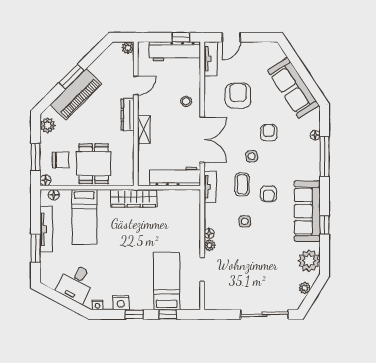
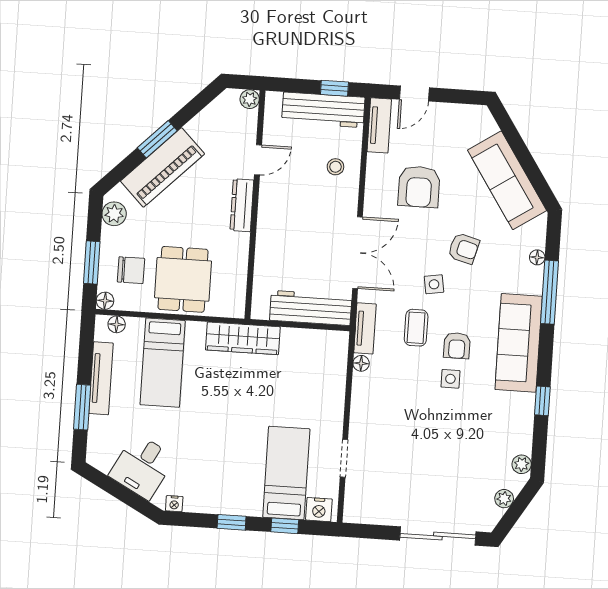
armchair: (238, 96) -> (419, 187), turned 180
stool: (186, 101) -> (335, 167), moved
shelving: (144, 129) -> (266, 230), removed
armchair: (269, 133) -> (464, 248), turned 105
sofa: (307, 211) -> (519, 343), moved
side table: (245, 221) -> (450, 379), moved
floor lamp: (209, 233) -> (361, 363), moved
plant: (210, 245) -> (358, 421), removed
plant: (309, 261) -> (522, 464), width x0.53, depth x0.53
nightstand: (121, 303) -> (319, 510), moved

